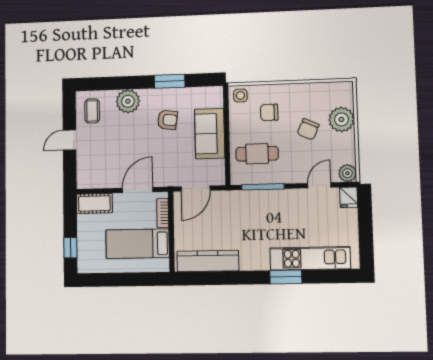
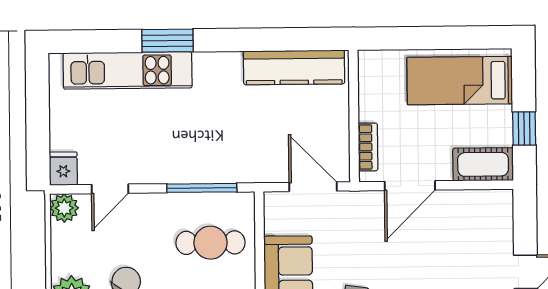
door: (196, 189) -> (313, 187), hinge flipped
bed: (138, 244) -> (460, 81), moved, turned 180
window: (70, 248) -> (524, 129), moved

